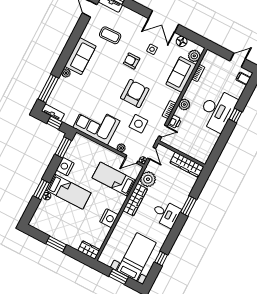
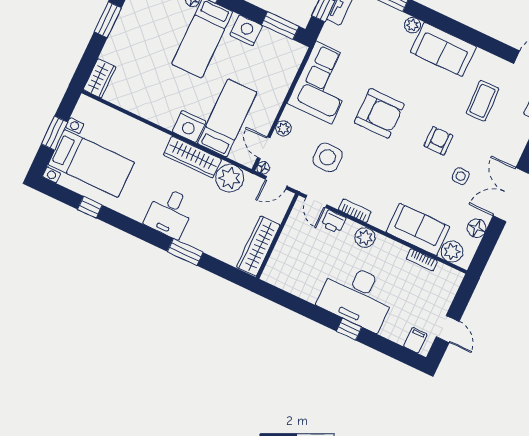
armchair: (135, 94) -> (379, 113), moved
nightstand: (109, 218) -> (189, 126), moved

